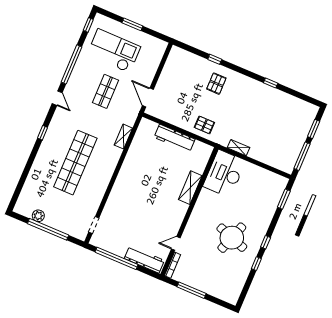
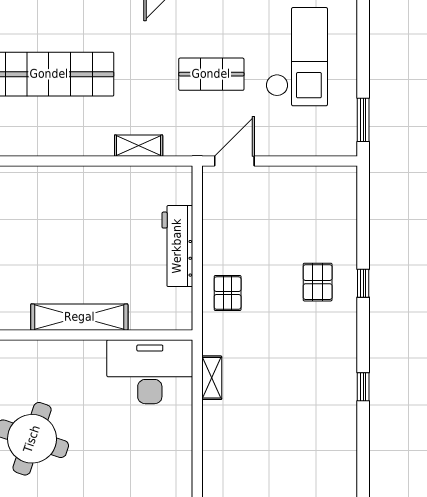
window: (132, 24) -> (363, 120), moved
window: (215, 59) -> (363, 283), moved
pallet: (216, 84) -> (318, 282), turned 90
shelving: (190, 188) -> (79, 317), width x1.47

